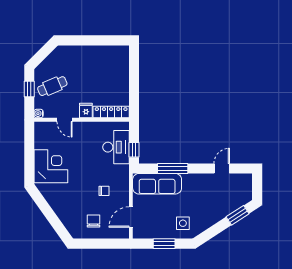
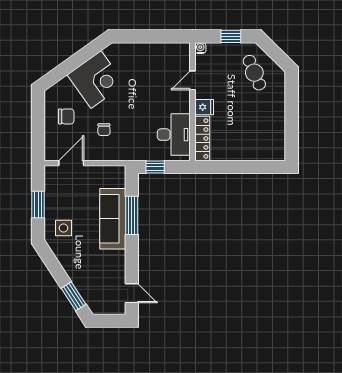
cafe table: (52, 86) -> (254, 73), moved
desk: (116, 147) -> (174, 135), moved, turned -90
corner desk: (51, 166) -> (96, 80), moved, turned -35
door: (222, 168) -> (132, 293), moved
sofa: (157, 184) -> (113, 219), moved
door: (131, 217) -> (71, 163), hinge flipped

